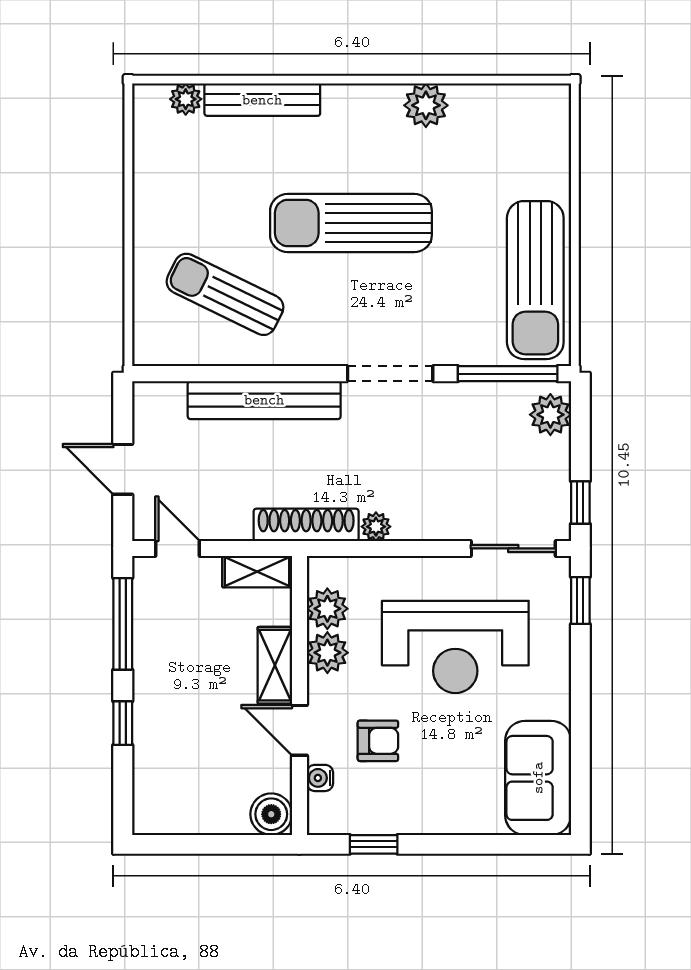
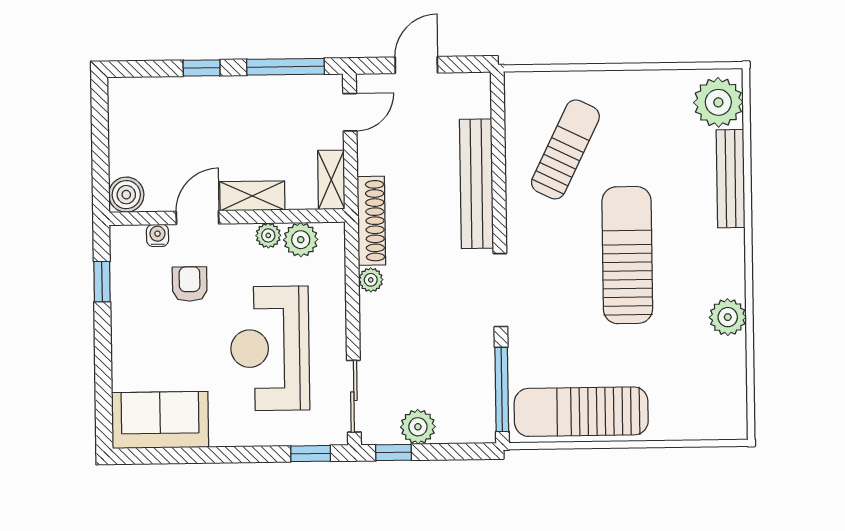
plant: (186, 99) -> (718, 102), width x1.88, depth x1.88
plant: (550, 415) -> (418, 427), moved
plant: (327, 653) -> (268, 235), width x0.73, depth x0.73
armchair: (378, 741) -> (190, 284), turned 180

